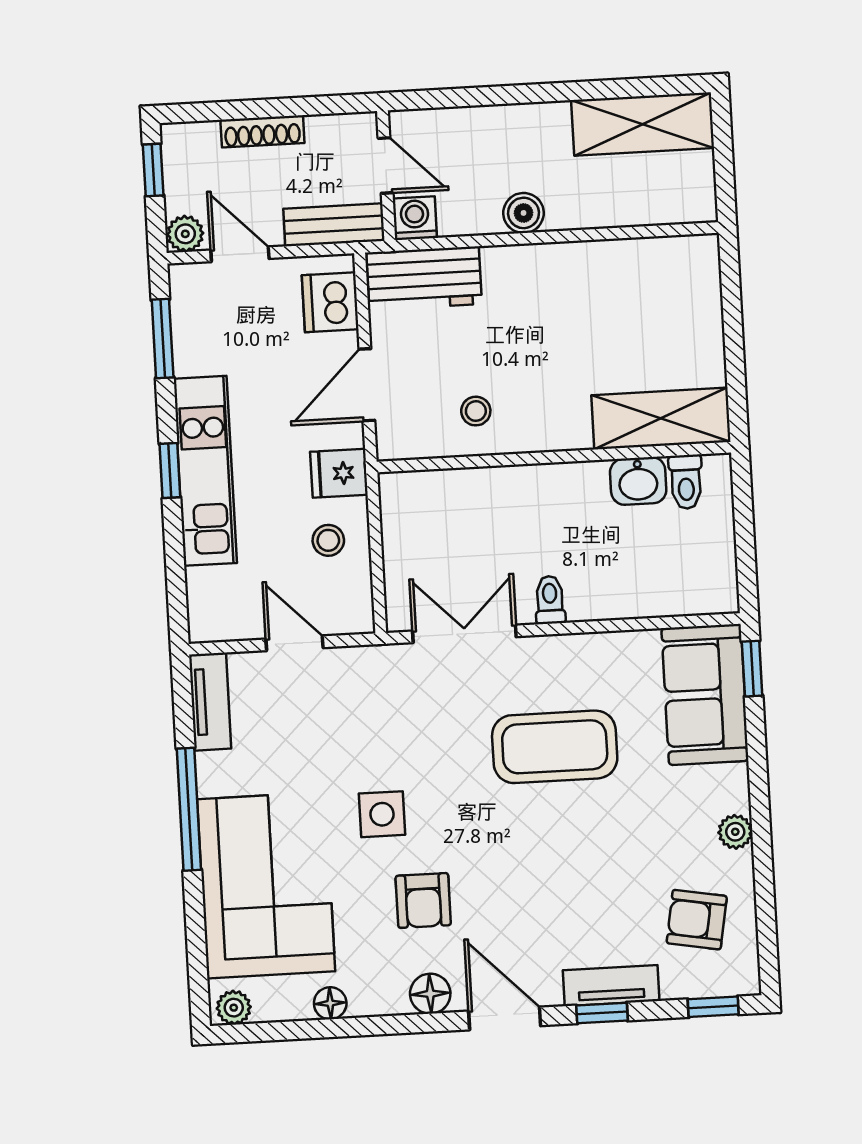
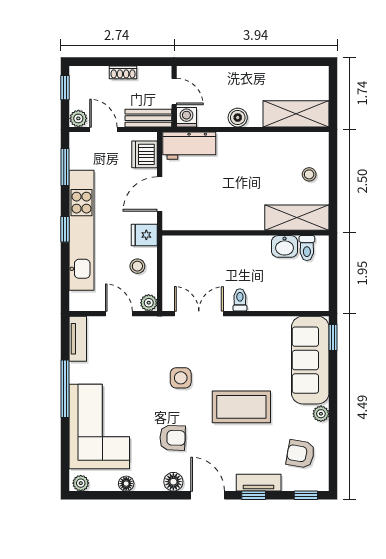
shelving: (643, 124) -> (296, 114), moved
shoe rack: (262, 131) -> (123, 72), width x0.70
stool: (476, 411) -> (309, 174), moved
kitchen unit: (205, 471) -> (81, 230), width x1.36
plant: (357, 617) -> (149, 303), added
sofa: (705, 694) -> (310, 360), width x1.36
coffee table: (555, 747) -> (241, 407), moved
side table: (382, 814) -> (181, 378), moved
armchair: (423, 900) -> (173, 438), turned -88

